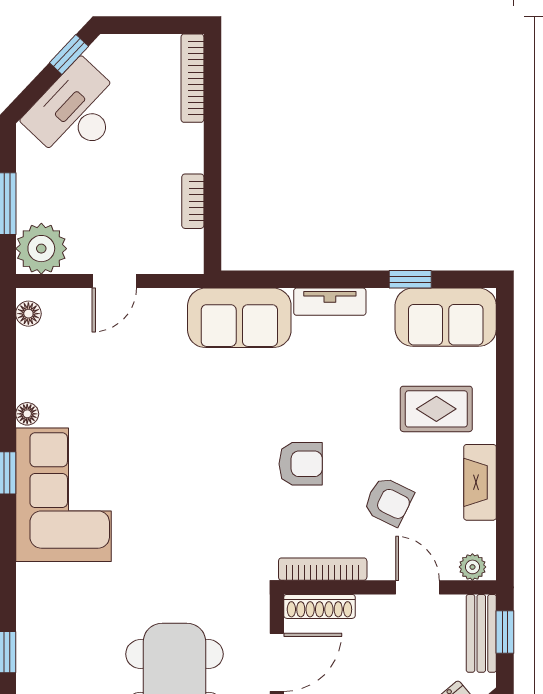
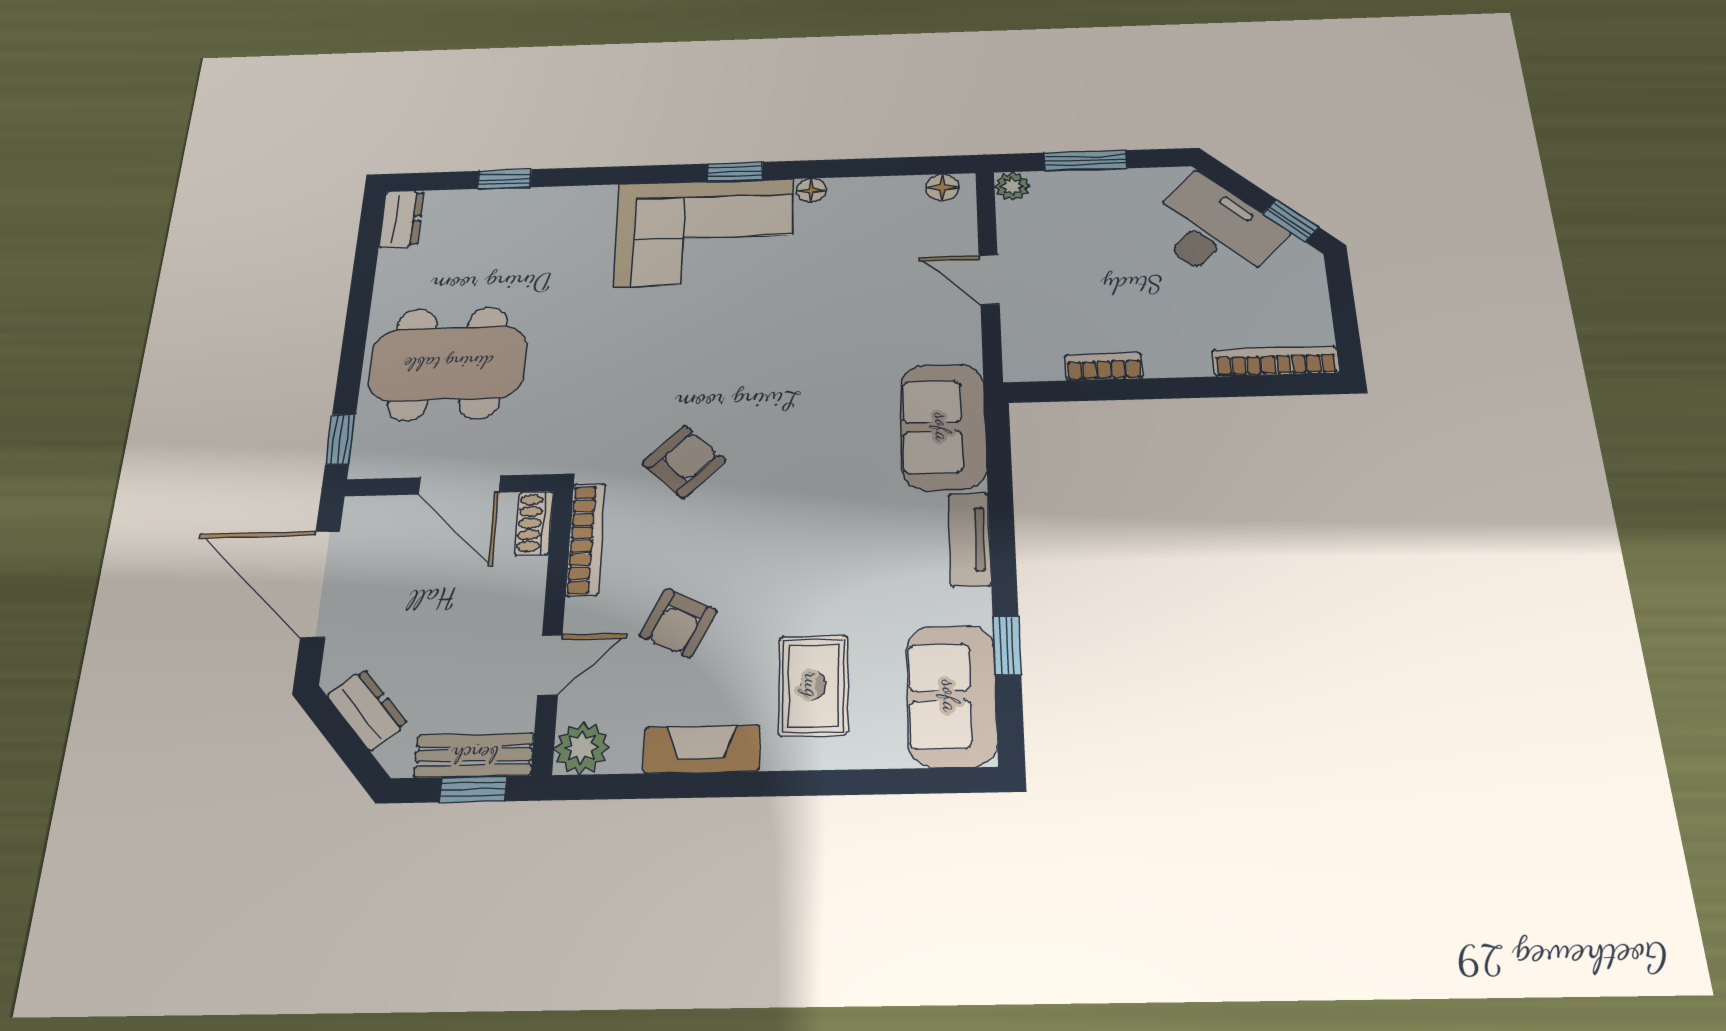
plant: (41, 249) -> (1012, 186), width x0.53, depth x0.53
armchair: (301, 464) -> (684, 462), moved, turned -135
plant: (472, 567) -> (582, 748), width x1.38, depth x1.38
shoe rack: (319, 606) -> (534, 523), width x0.70

